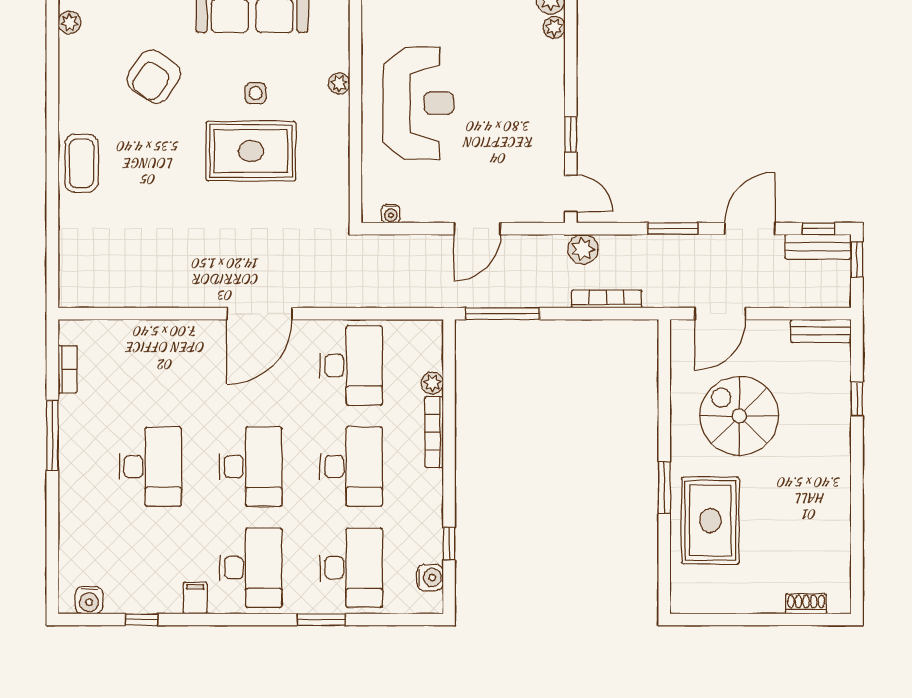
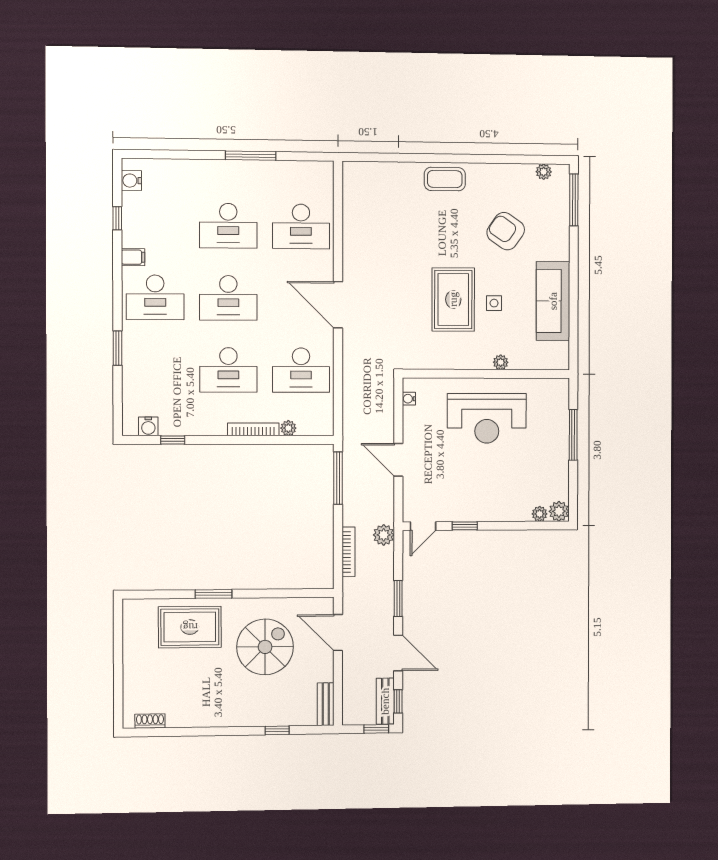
bookcase: (68, 369) -> (298, 167), removed
desk: (351, 568) -> (301, 226), moved
shoe rack: (806, 604) -> (150, 721), moved, turned -90

